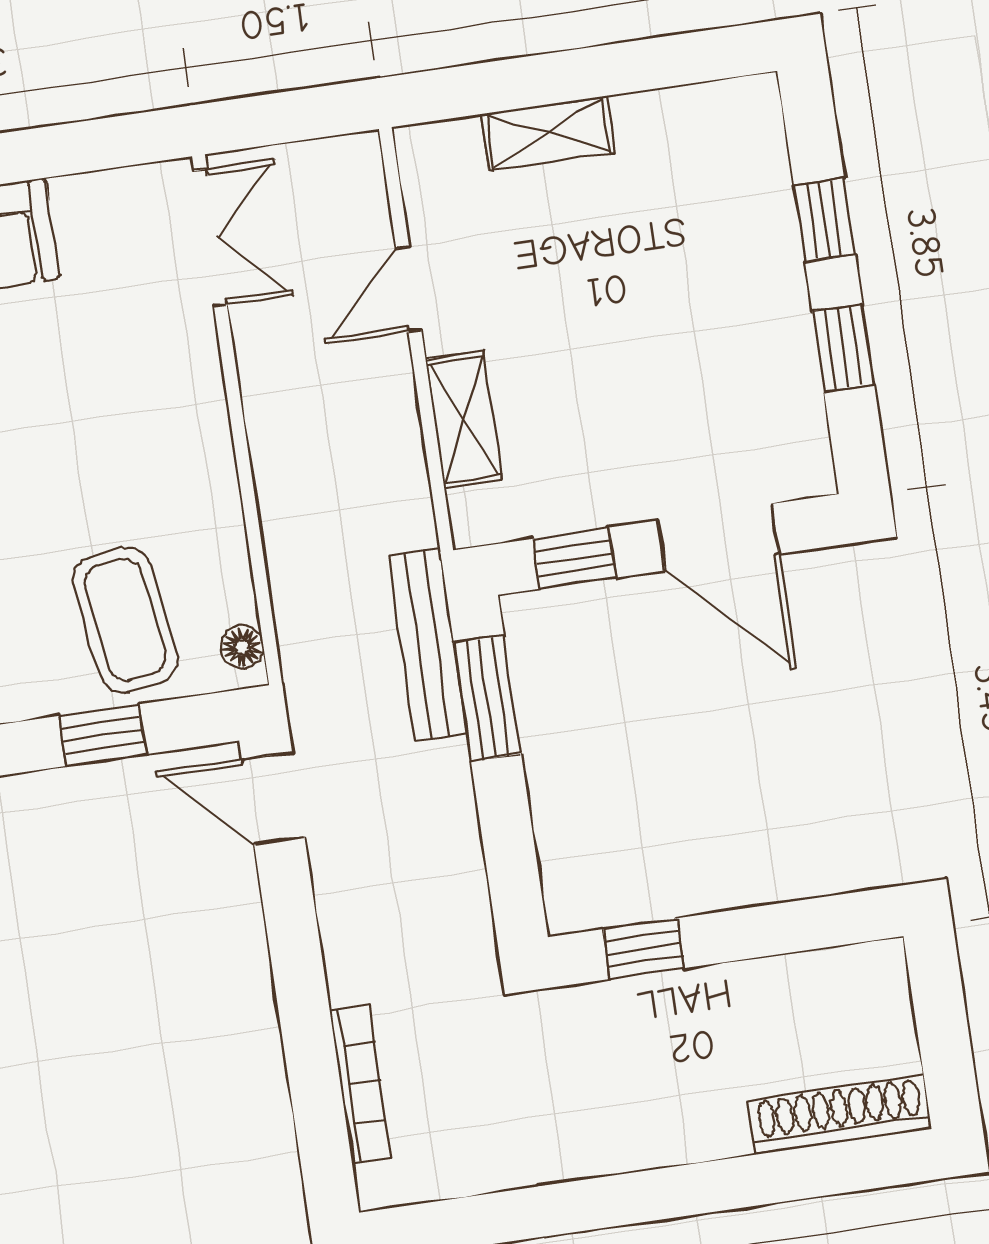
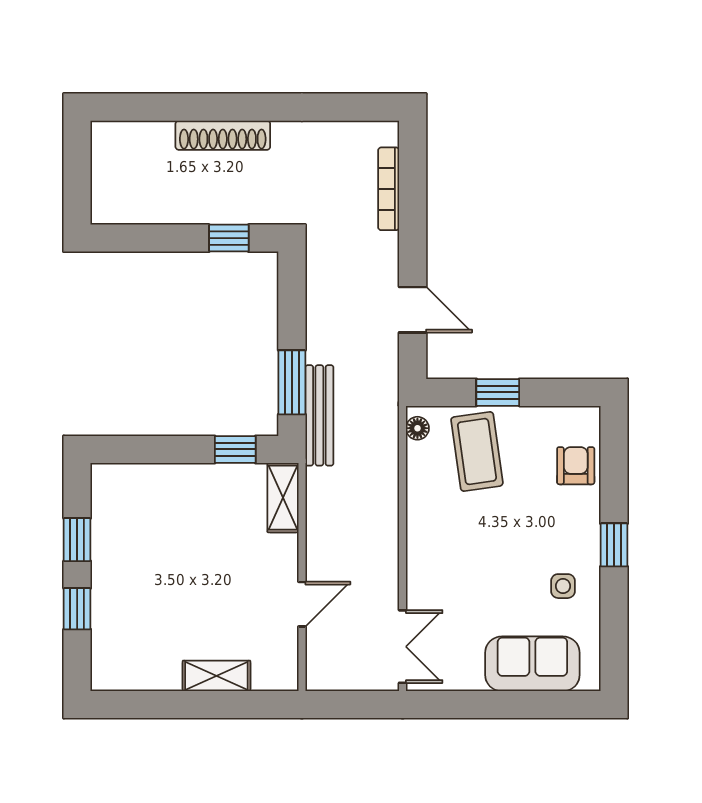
double door: (210, 238) -> (403, 647), swing flipped
shelving: (464, 420) -> (283, 498), moved
door: (718, 537) -> (158, 449), removed
door: (273, 798) -> (413, 310), moved
shoe rack: (840, 1115) -> (223, 135), moved

